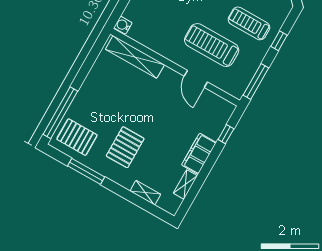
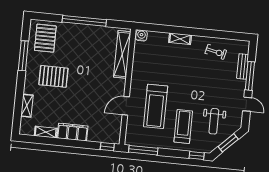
window: (279, 41) -> (197, 156), moved
treadmill: (212, 45) -> (156, 106), turned 180
window: (60, 113) -> (84, 21), moved
window: (226, 134) -> (107, 147), moved

